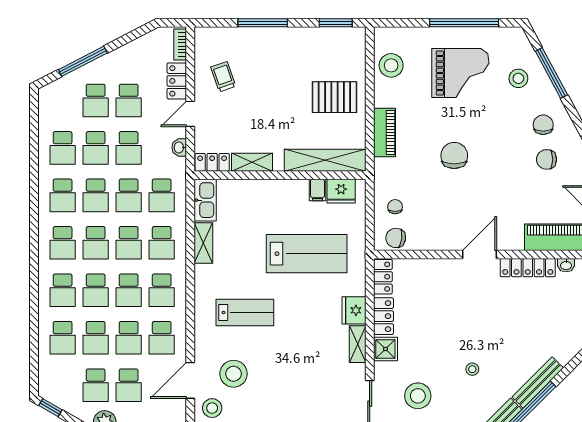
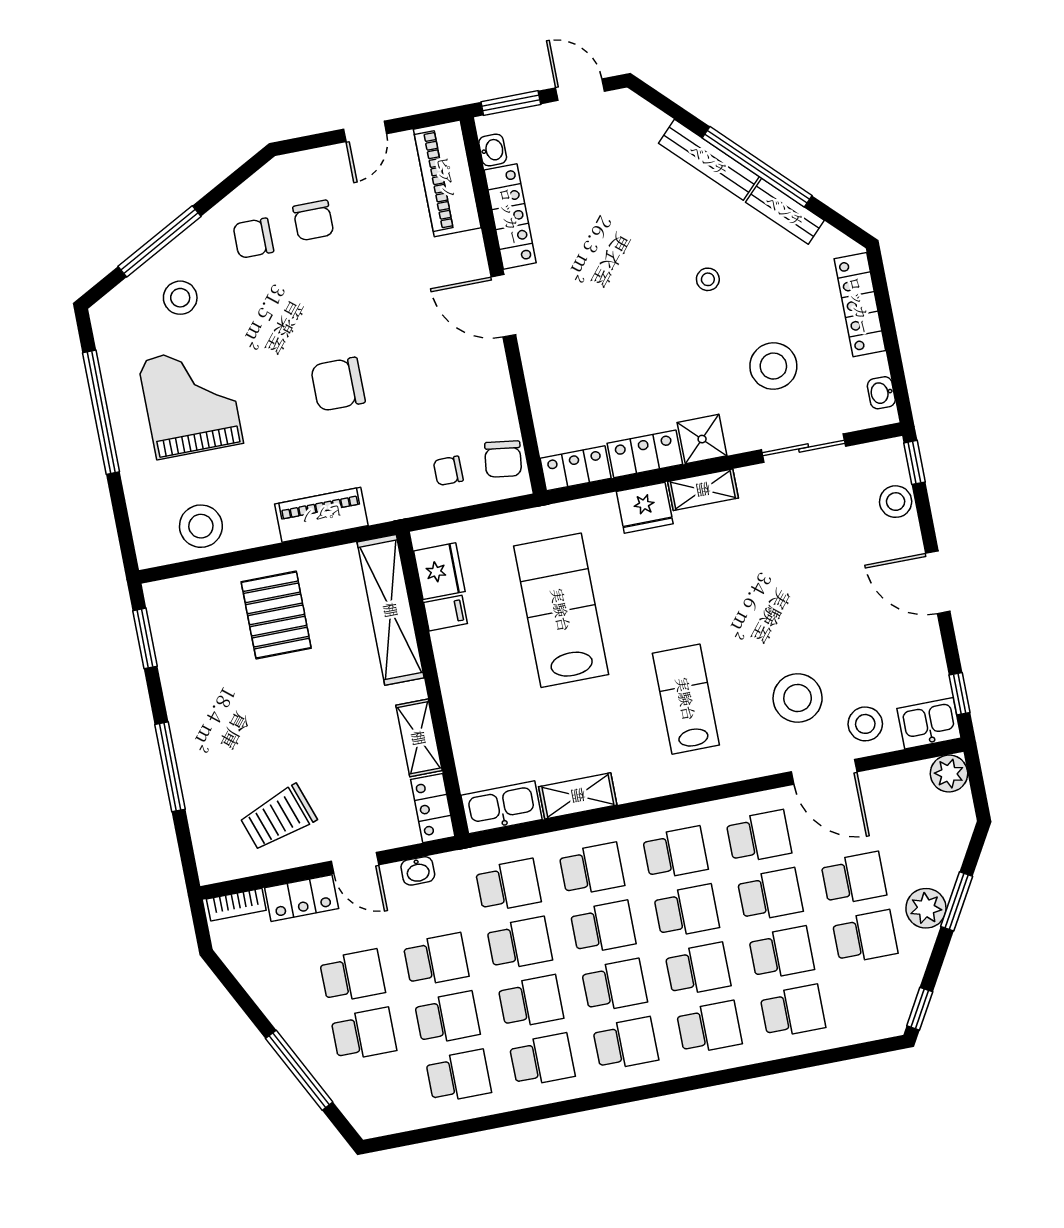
trolley: (223, 77) -> (278, 818), width x1.36, depth x1.39

